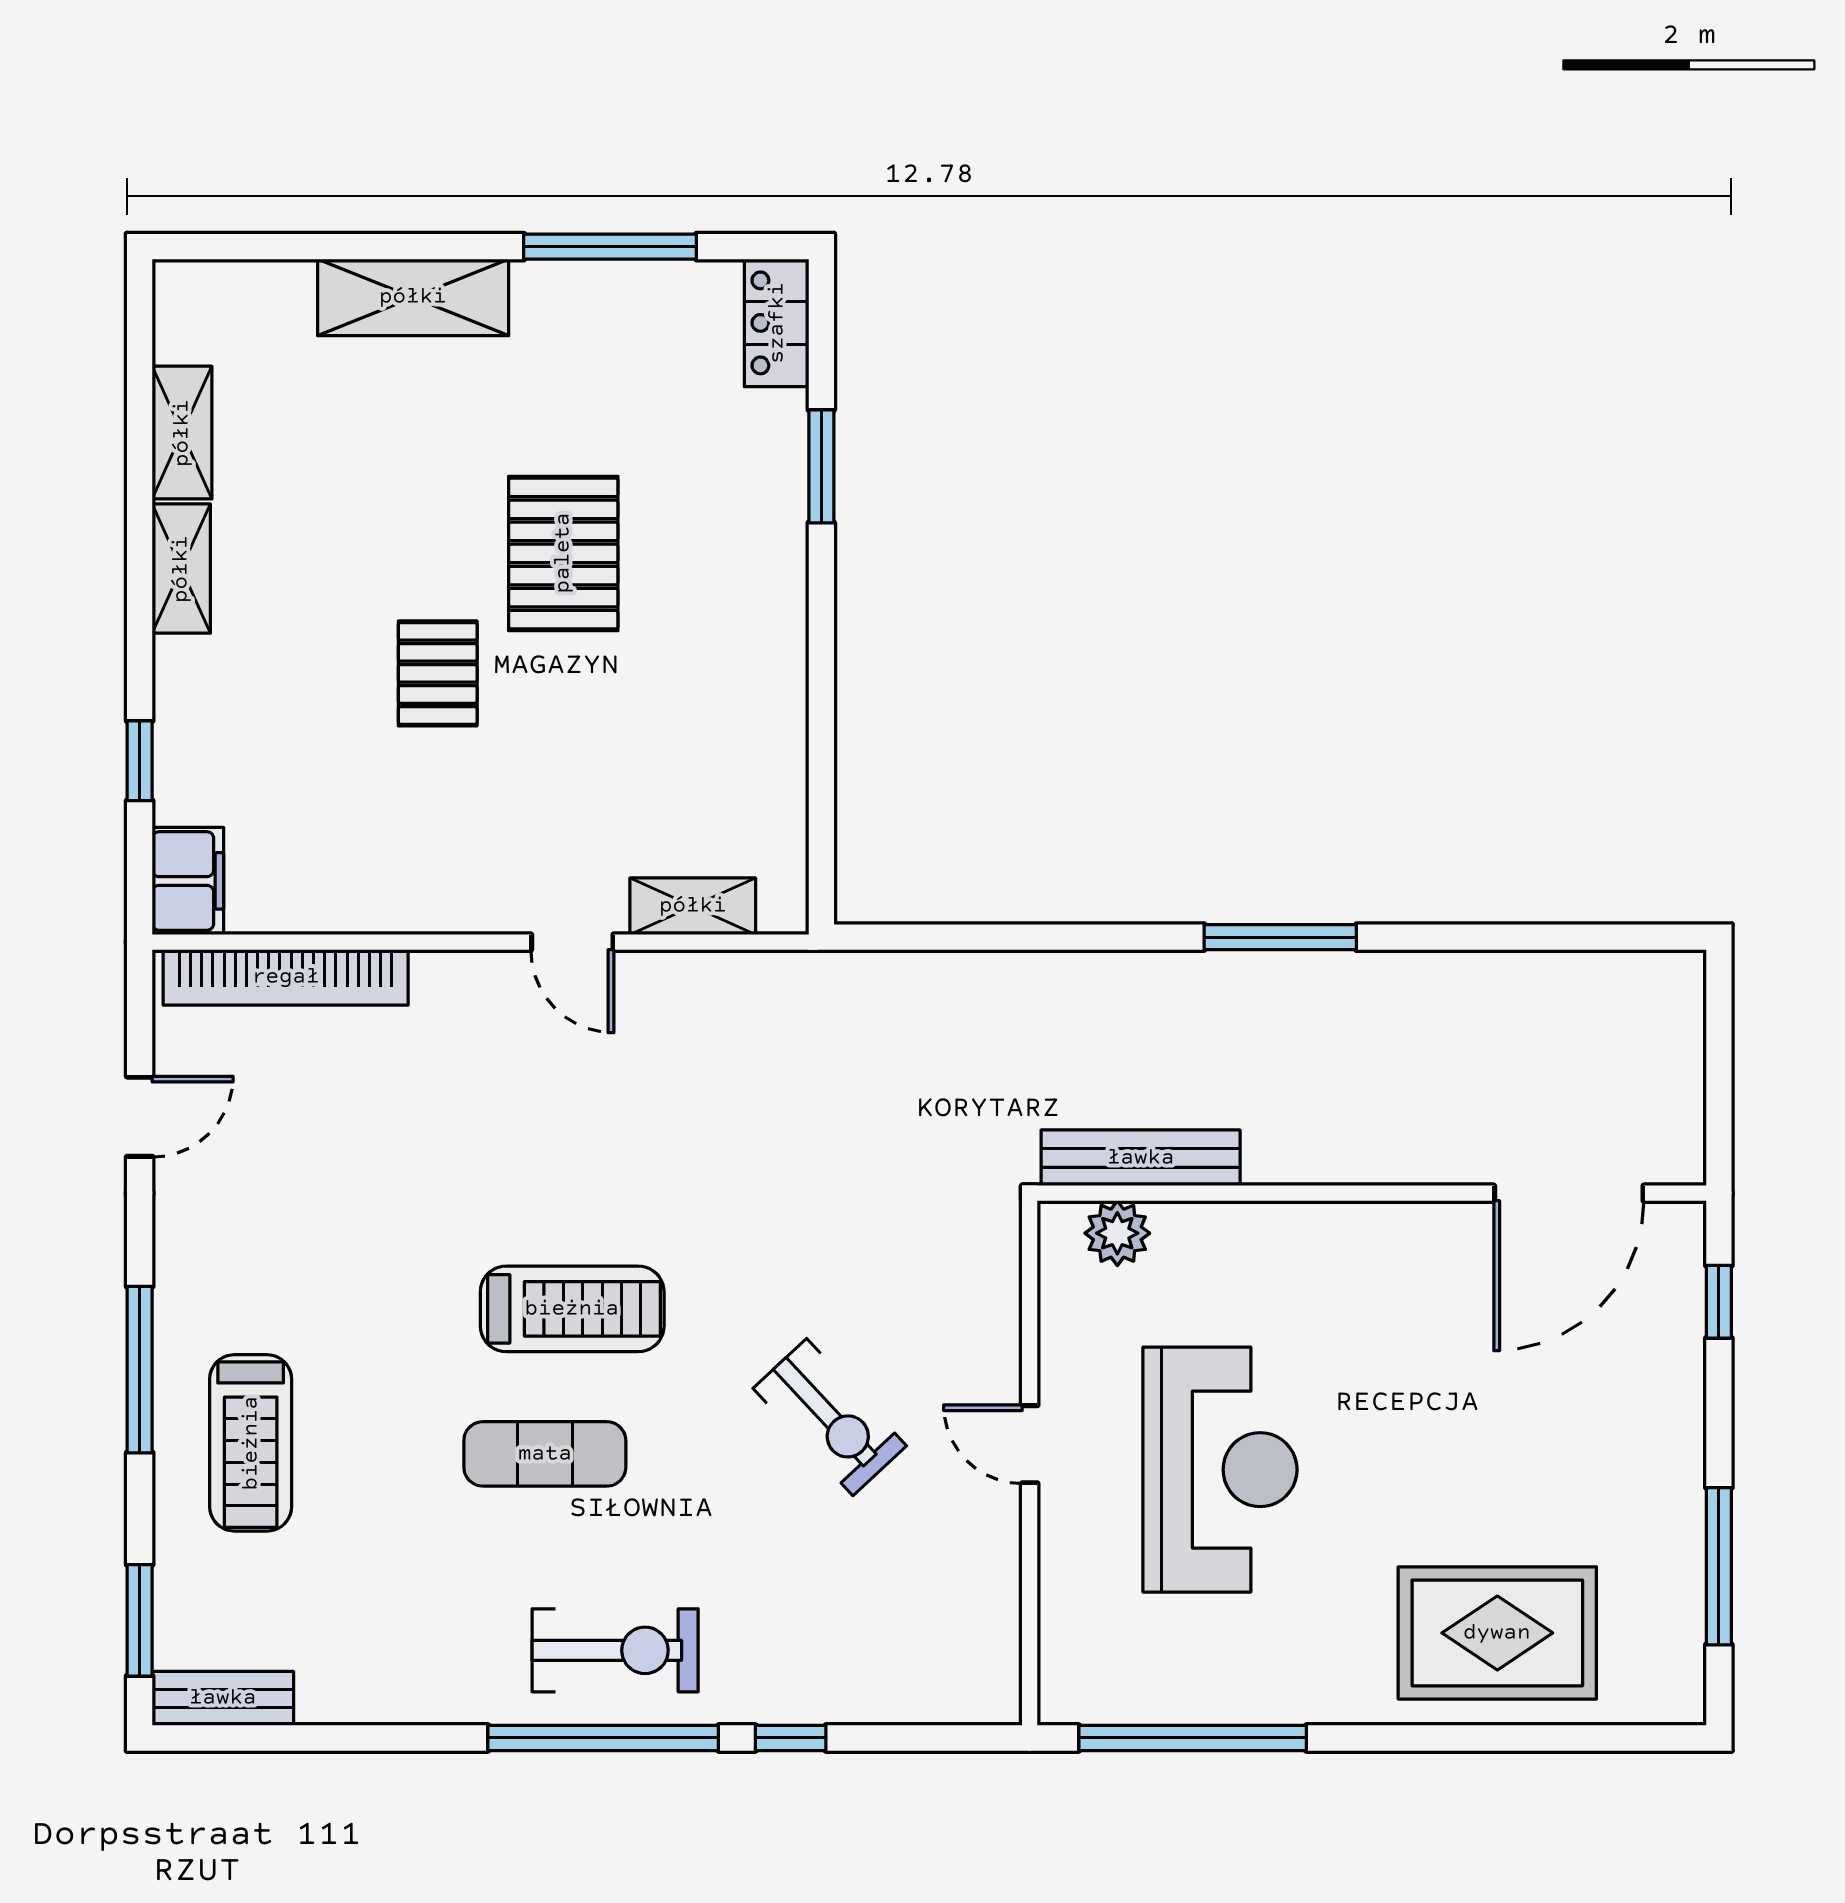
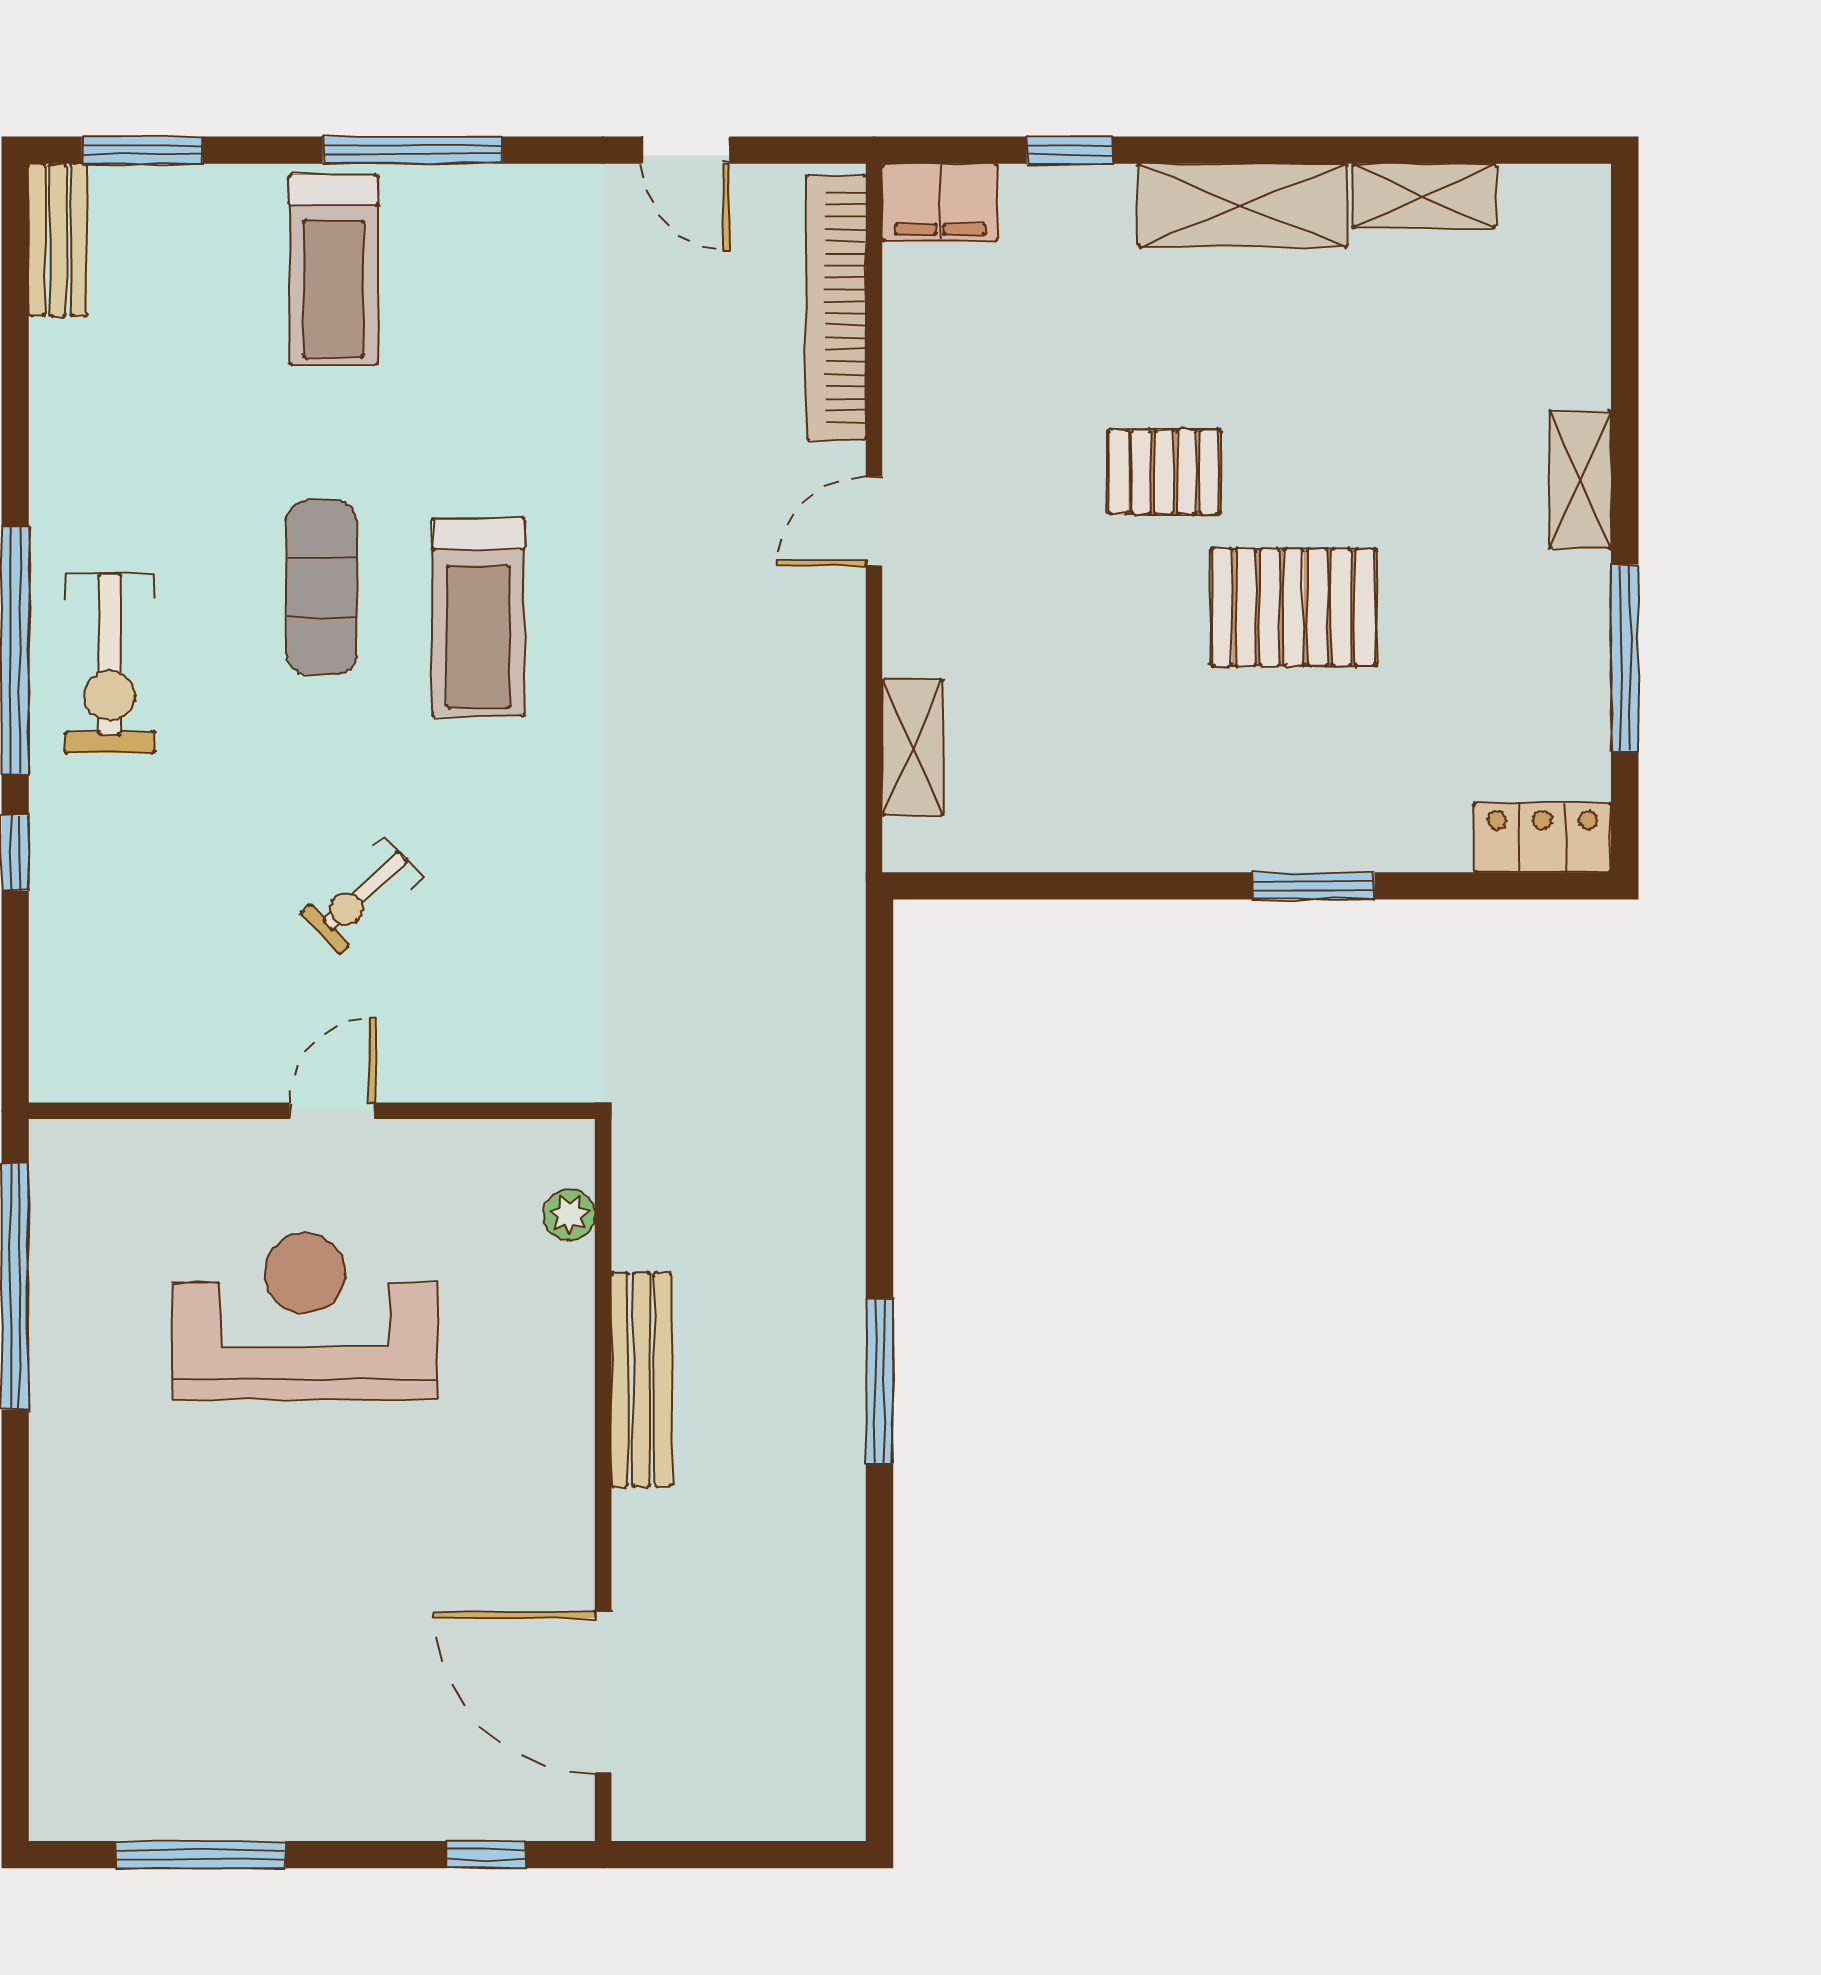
shelving: (413, 297) -> (1580, 480), width x0.67, depth x0.75
window: (821, 466) -> (1313, 886), moved
shelving: (181, 569) -> (1242, 206), width x1.50, depth x1.33
door: (572, 942) -> (874, 521), moved
bench: (1141, 1158) -> (641, 1380), moved
plant: (1117, 1233) -> (569, 1215), width x0.73, depth x0.73
exercise bike: (830, 1417) -> (361, 895), width x0.73, depth x0.72
treadmill: (251, 1443) -> (334, 270), turned -90
reception desk: (1220, 1470) -> (305, 1316), turned 180
rug: (1497, 1633) -> (128, 1615), removed

